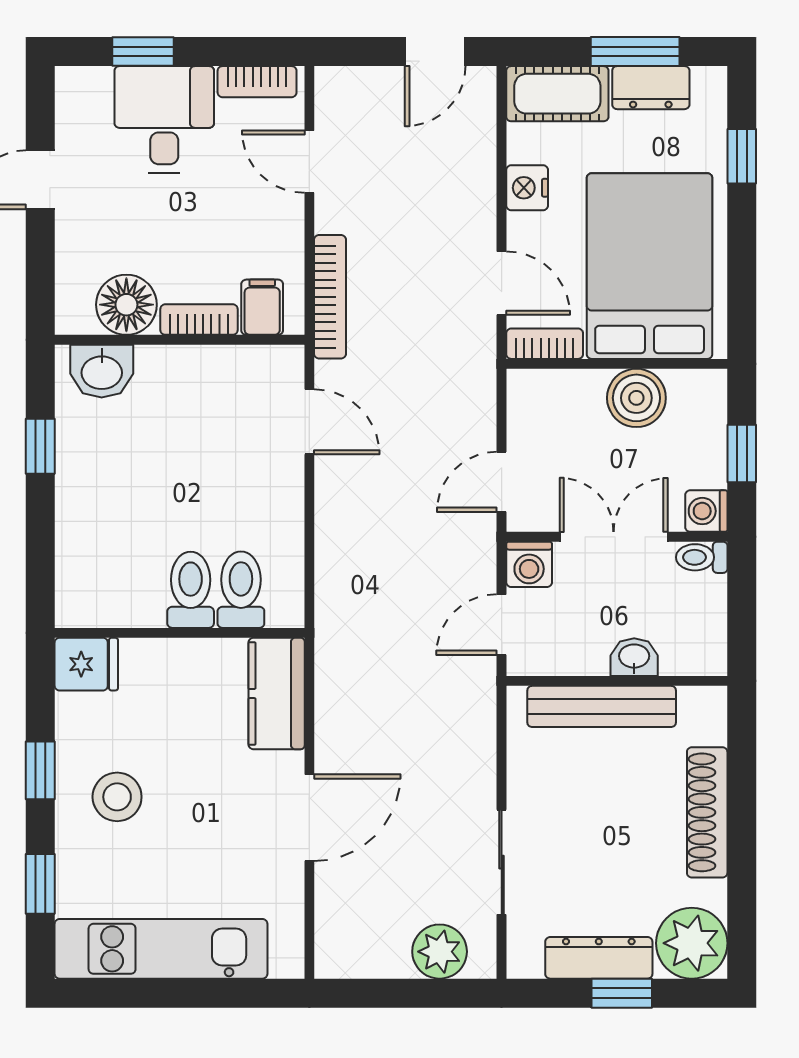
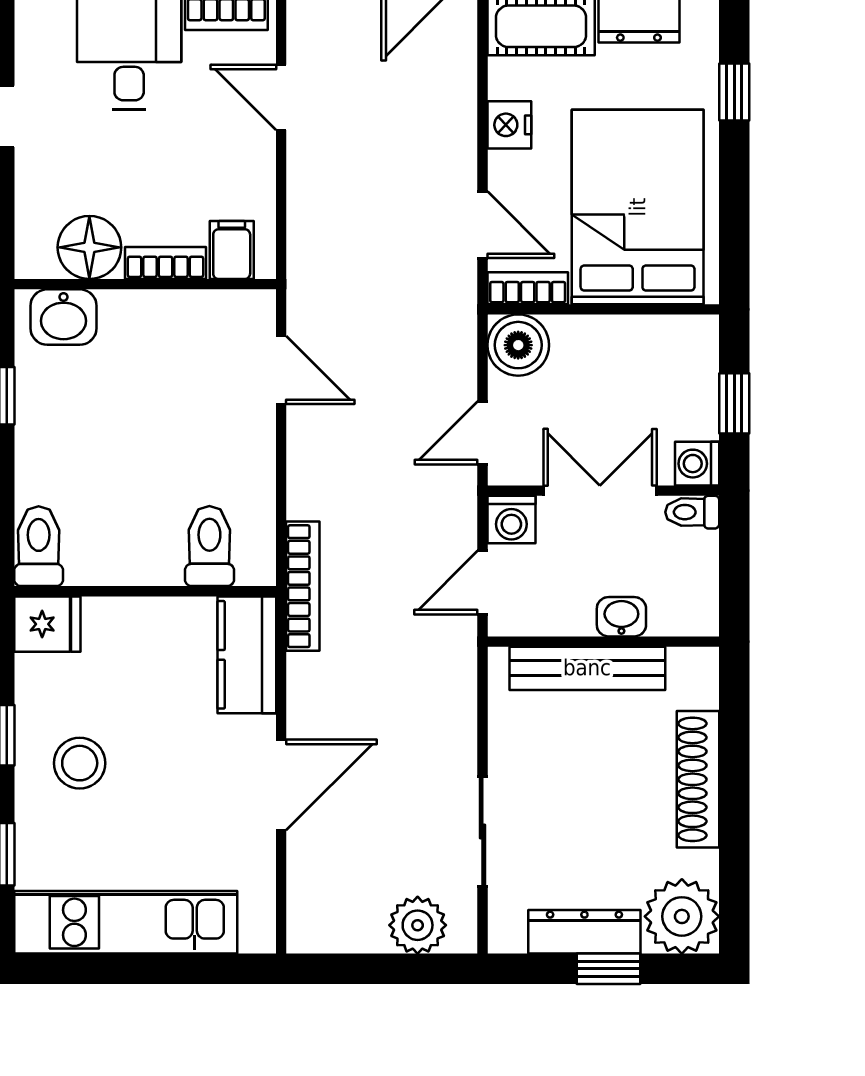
bookcase: (330, 297) -> (303, 586), moved
boiler: (636, 398) -> (518, 345), moved
toilet: (191, 590) -> (39, 546), moved

